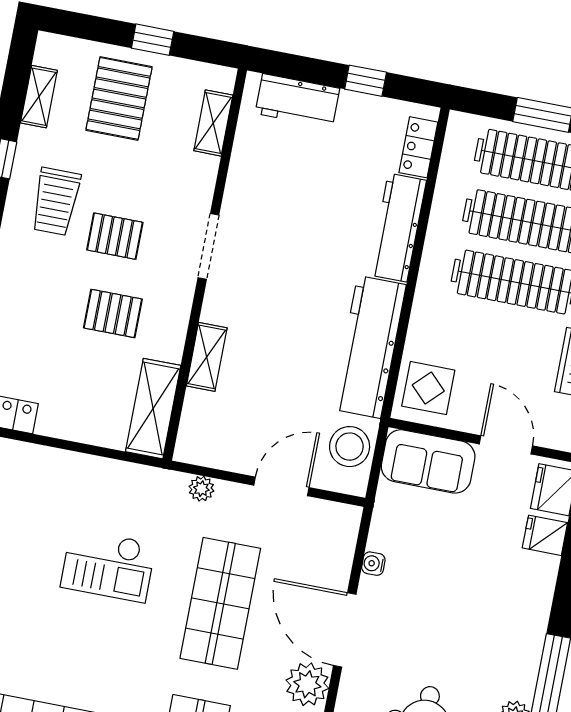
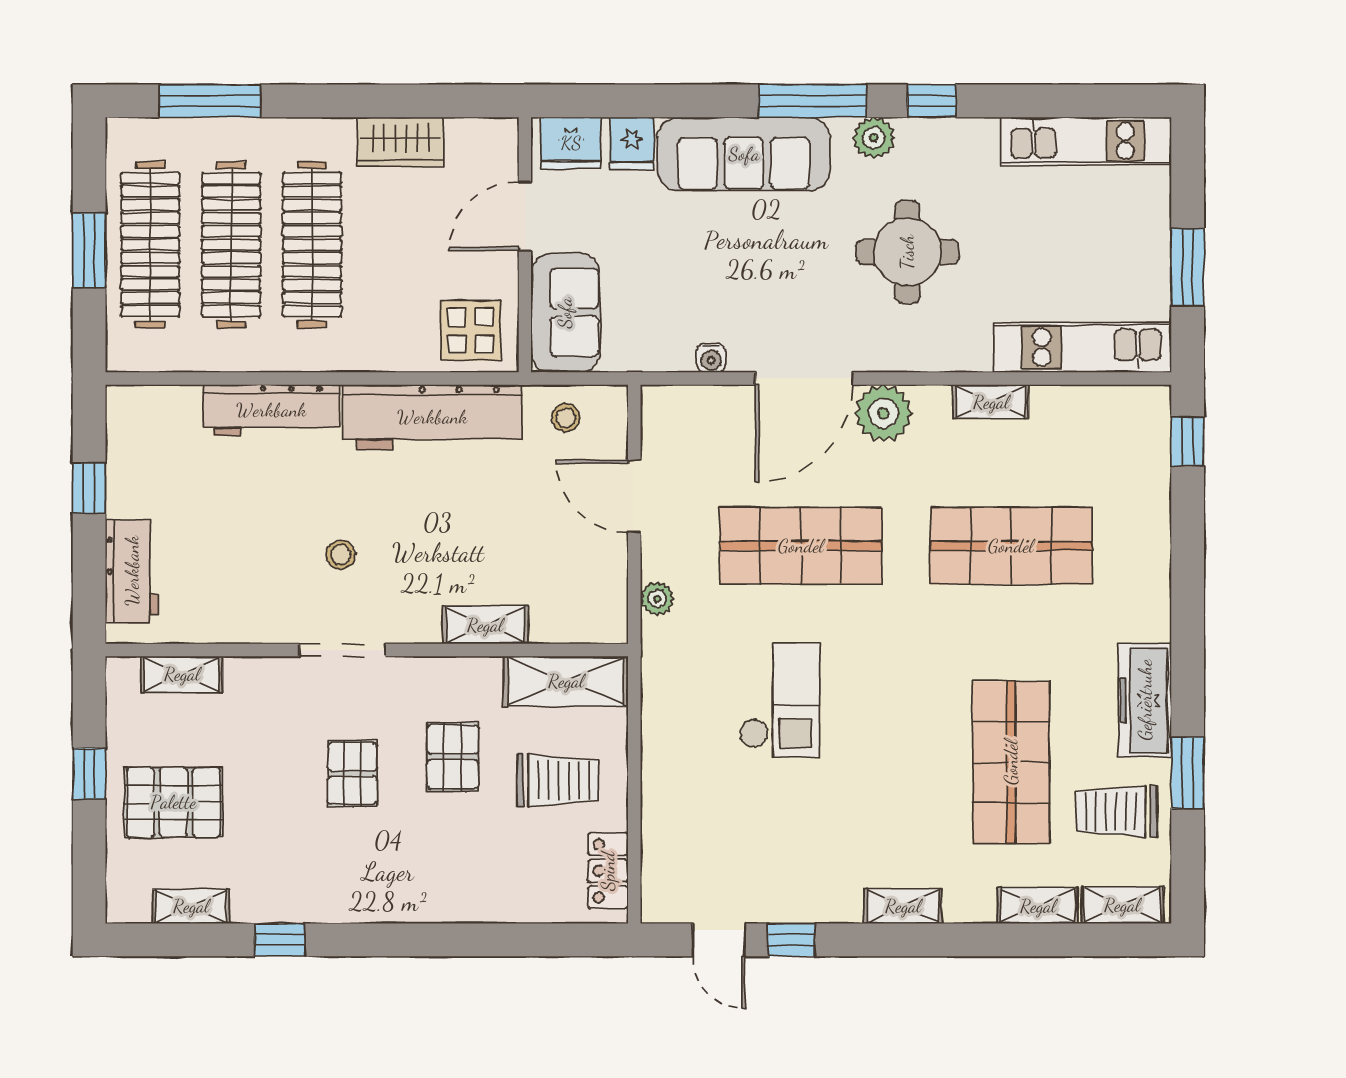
locker: (418, 147) -> (162, 403), removed
trolley: (56, 201) -> (558, 780), moved
stool: (280, 259) -> (341, 555), added
stool: (350, 447) -> (566, 418), width x0.53, depth x0.53
sofa: (521, 617) -> (744, 154), added

